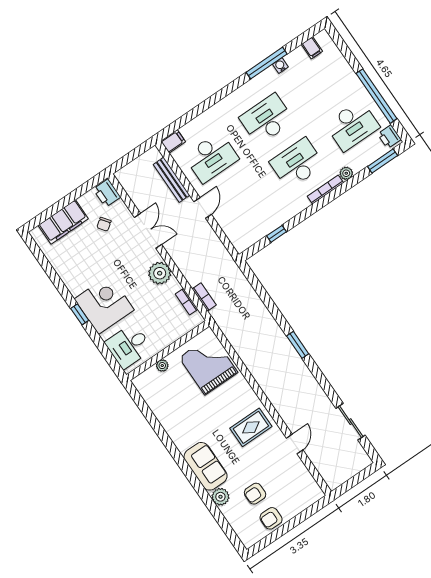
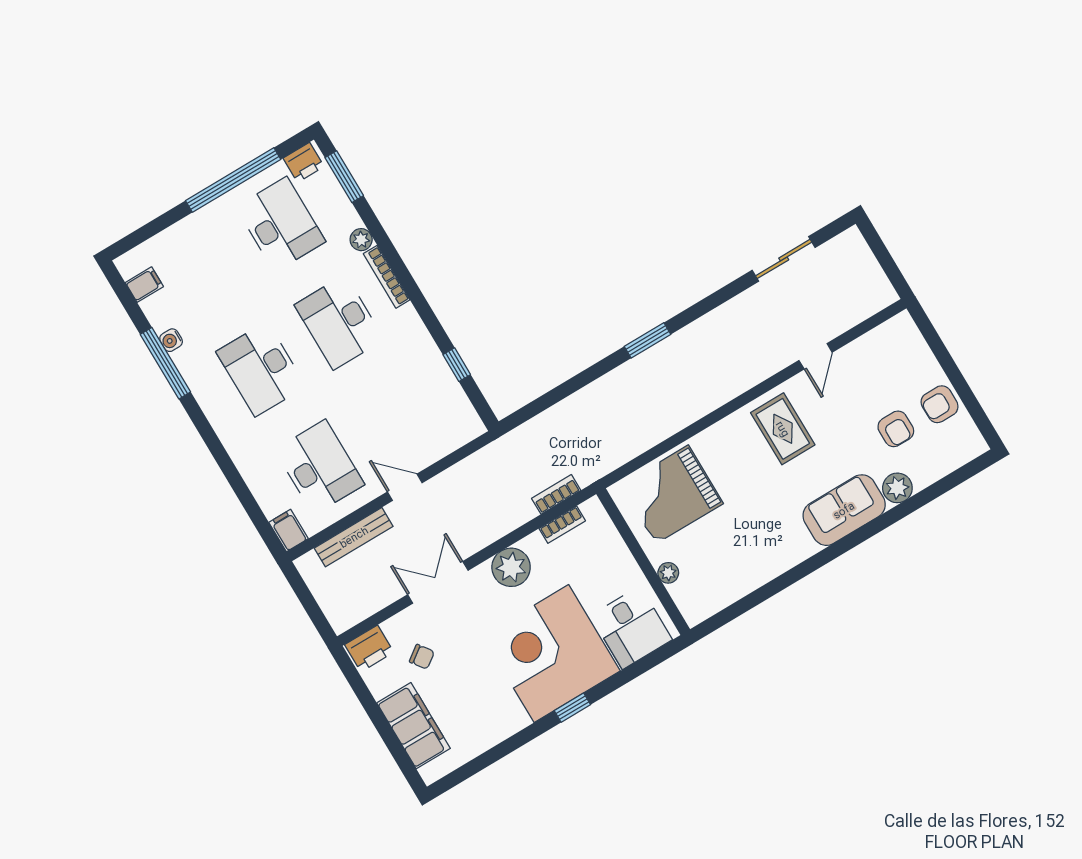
corner desk: (104, 304) -> (551, 654), width x1.36, depth x1.36
door: (295, 444) -> (816, 356), swing flipped
armchair: (271, 518) -> (940, 404), turned 90

